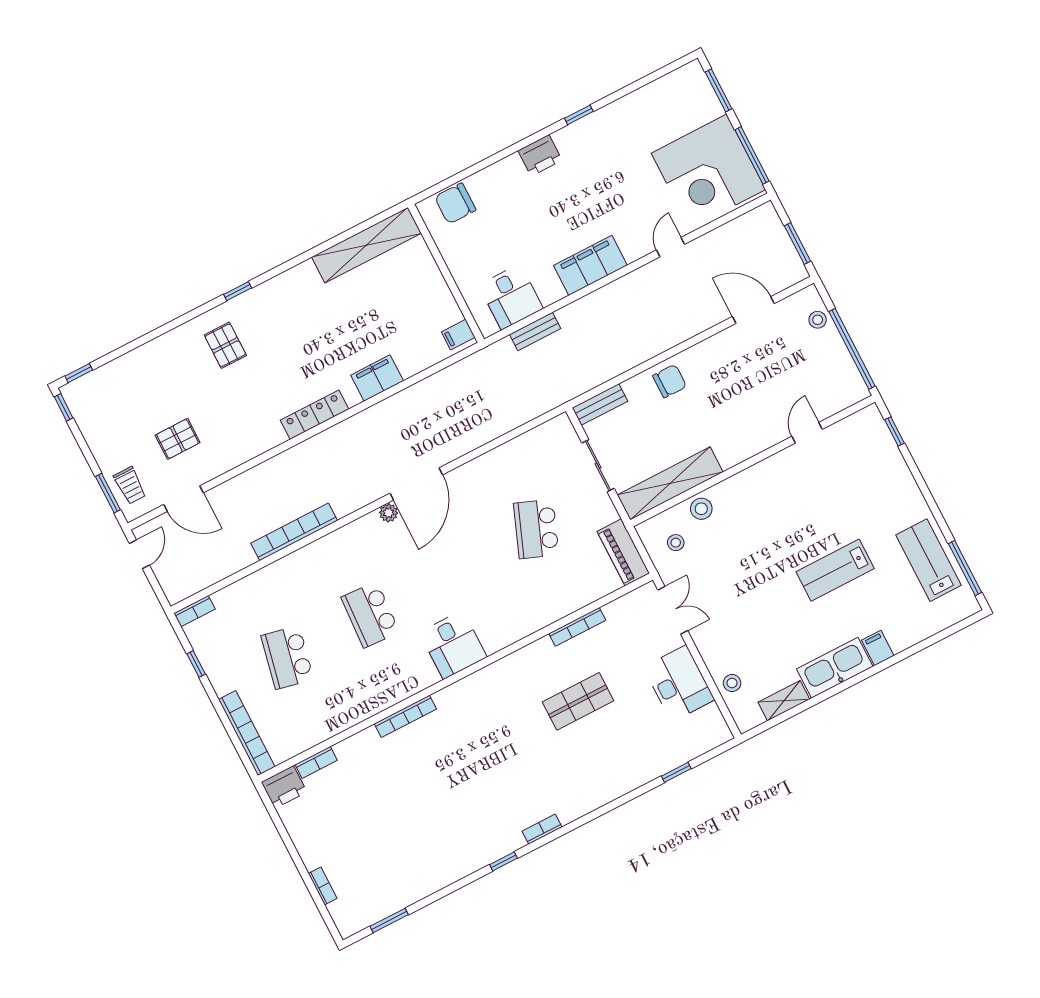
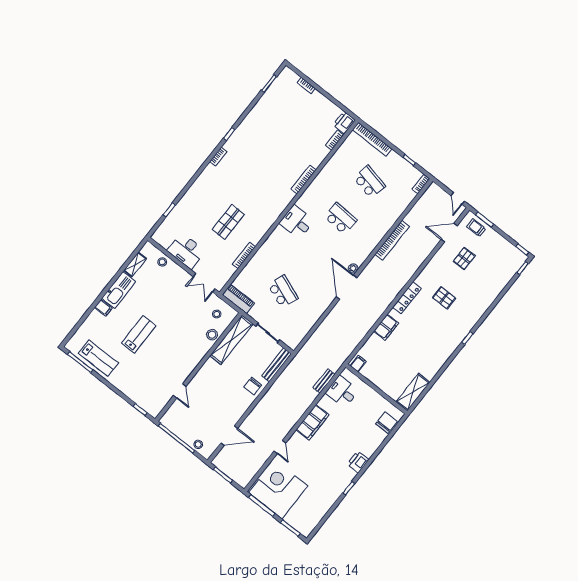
shelving: (366, 245) -> (413, 392), width x0.68
pallet: (225, 345) -> (444, 298), moved
bench: (600, 404) -> (277, 365), width x1.36

